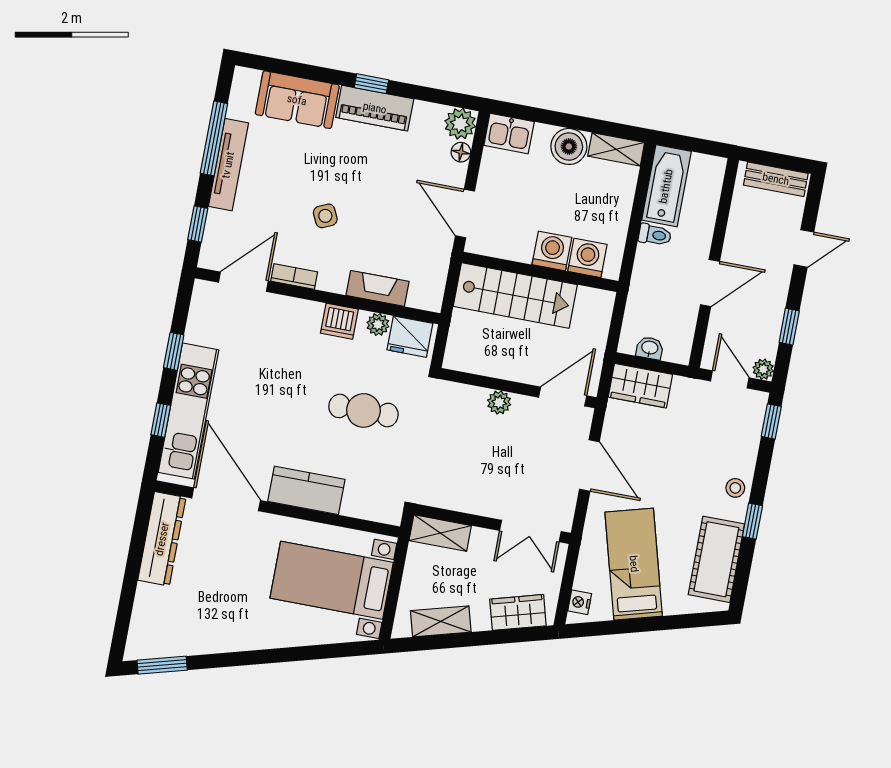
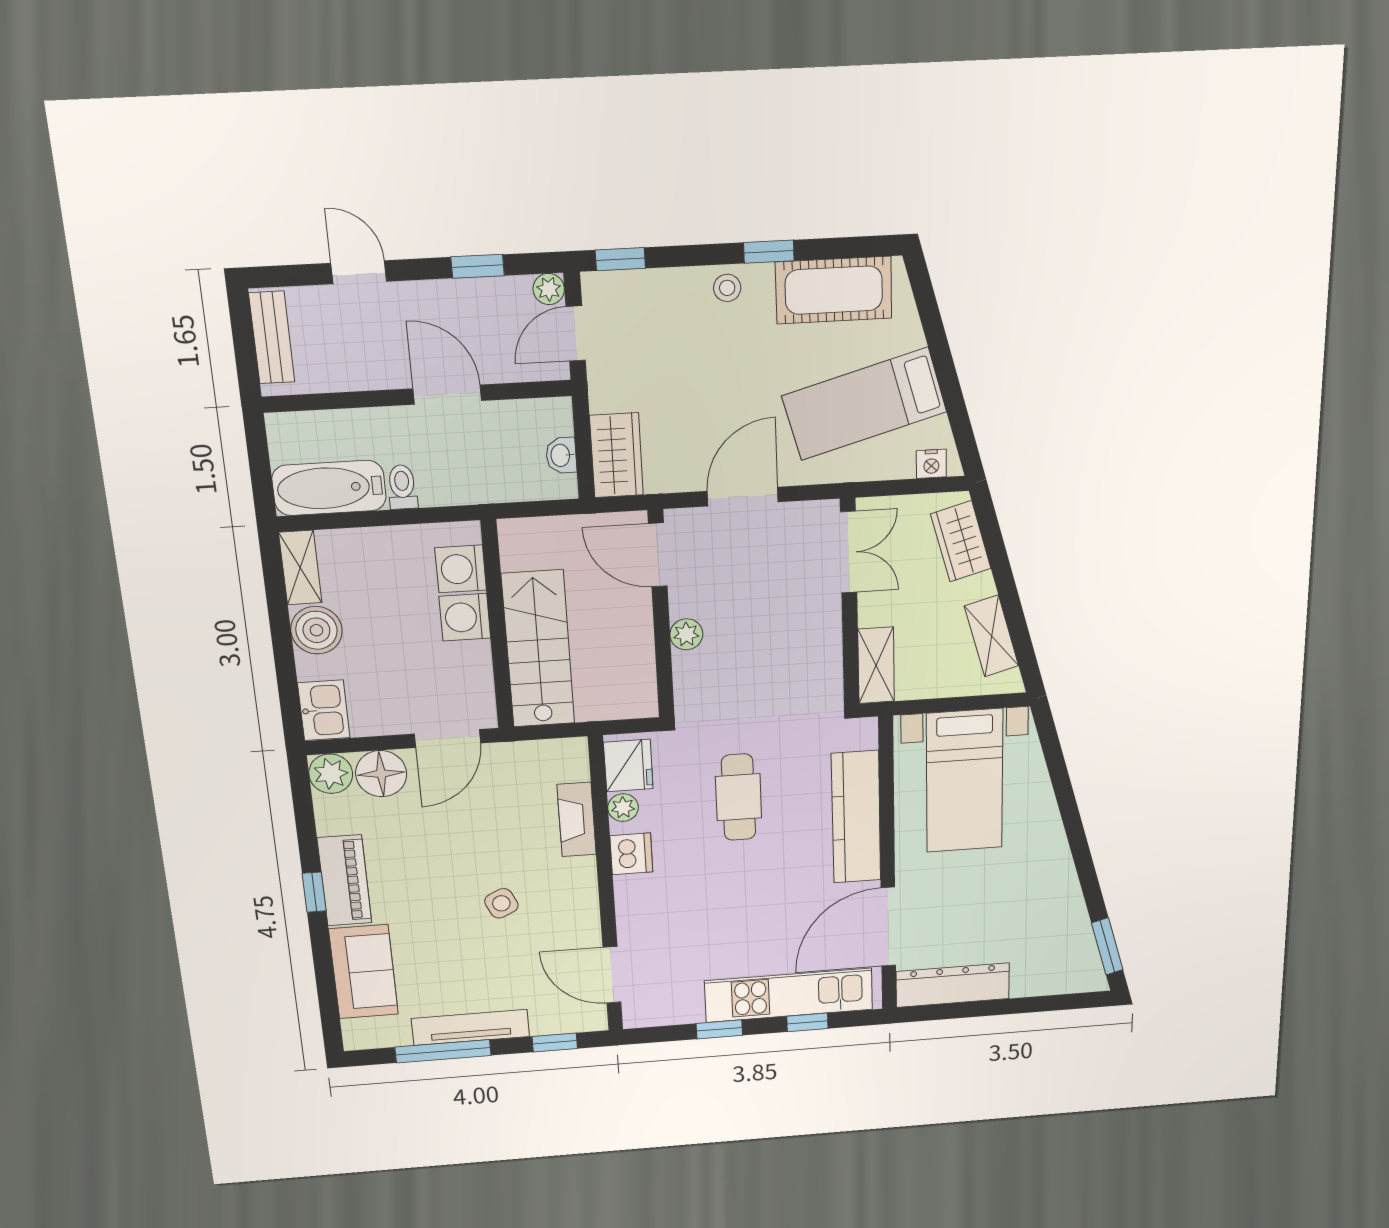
floor lamp: (461, 152) -> (381, 774), width x1.89, depth x1.89
bookcase: (294, 277) -> (589, 920), removed
kitchen counter: (306, 490) -> (856, 817), width x1.50

